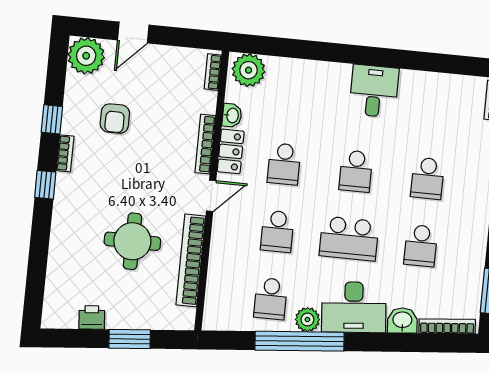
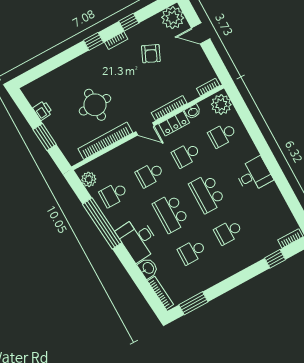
school desk: (291, 97) -> (222, 135), added
armchair: (115, 119) -> (151, 54), turned -66
school desk: (356, 171) -> (207, 193), width x1.85
plant: (307, 320) -> (89, 179), moved

